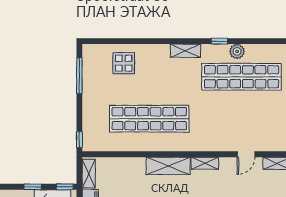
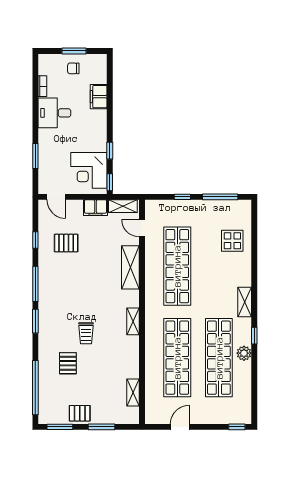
shop shelf: (242, 119) -> (177, 358), added
window: (79, 140) -> (182, 197), moved
door: (246, 154) -> (142, 228), moved
shelving: (168, 166) -> (130, 267), moved

